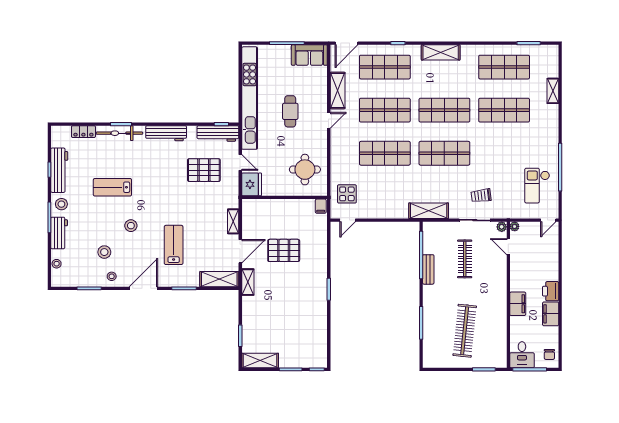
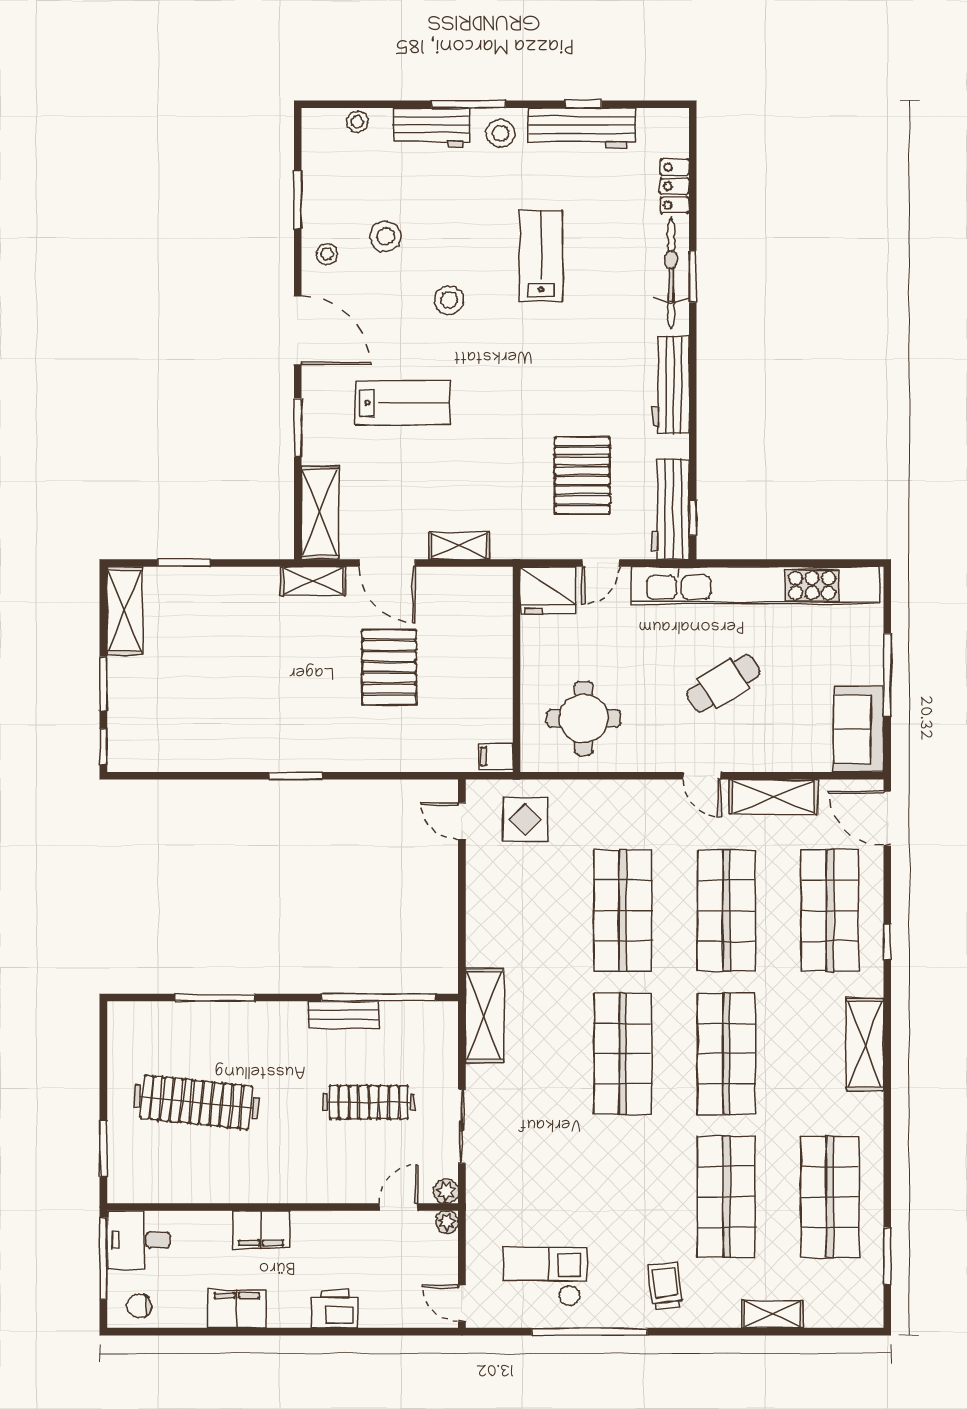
cafe table: (290, 111) -> (723, 683), turned -32
trolley: (481, 196) -> (665, 1286), moved
printer: (551, 291) -> (335, 1309), moved

